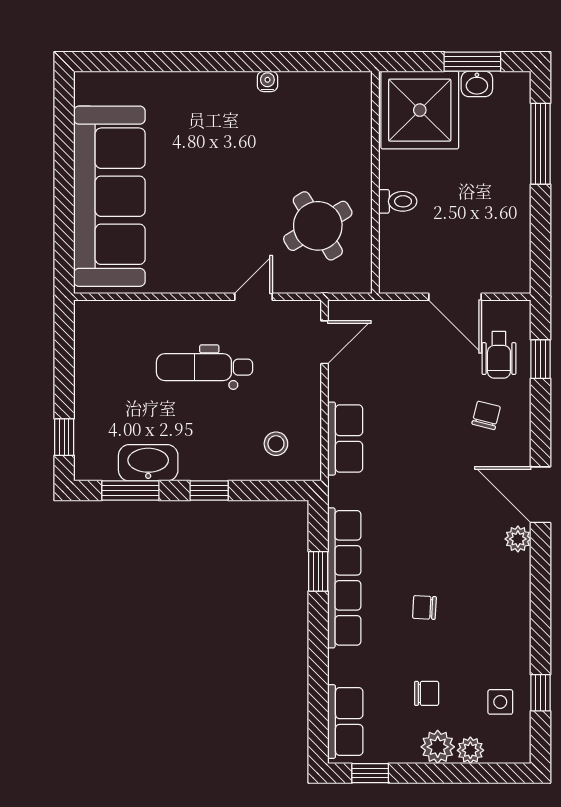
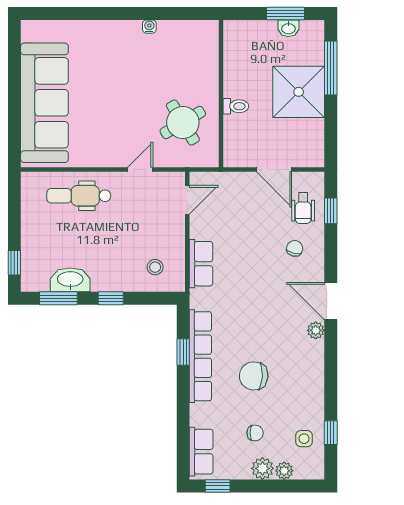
shower: (420, 110) -> (299, 92), moved
dental chair: (205, 367) -> (79, 196), moved
chair: (424, 607) -> (254, 376), width x1.87, depth x1.87

